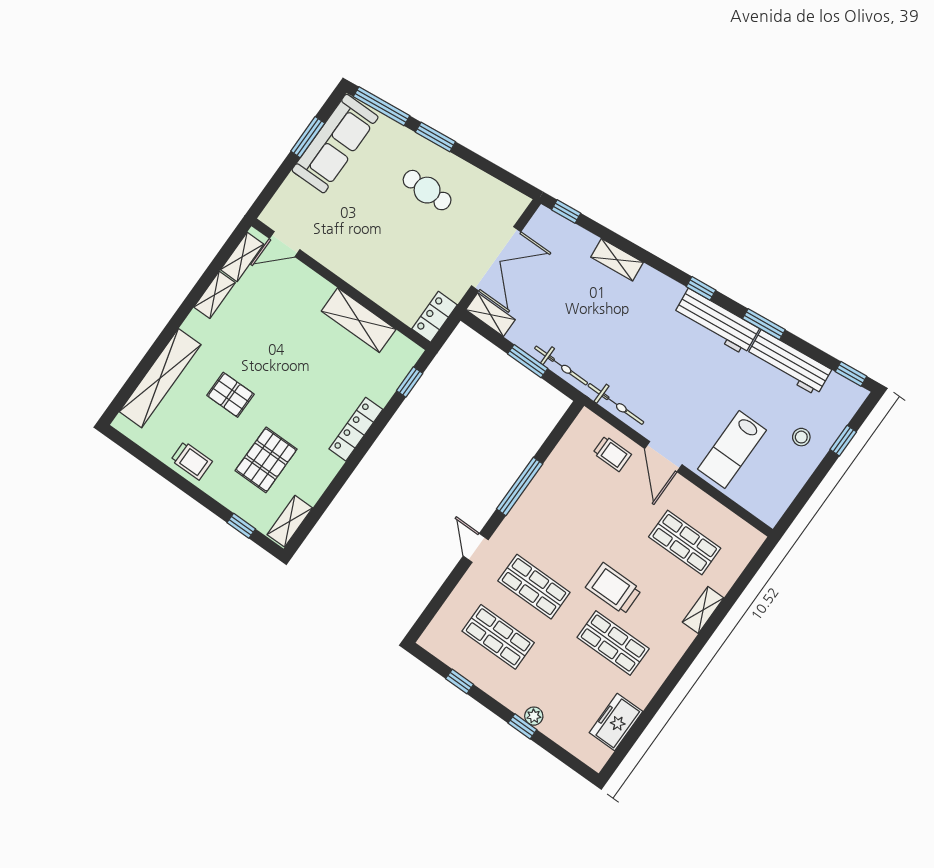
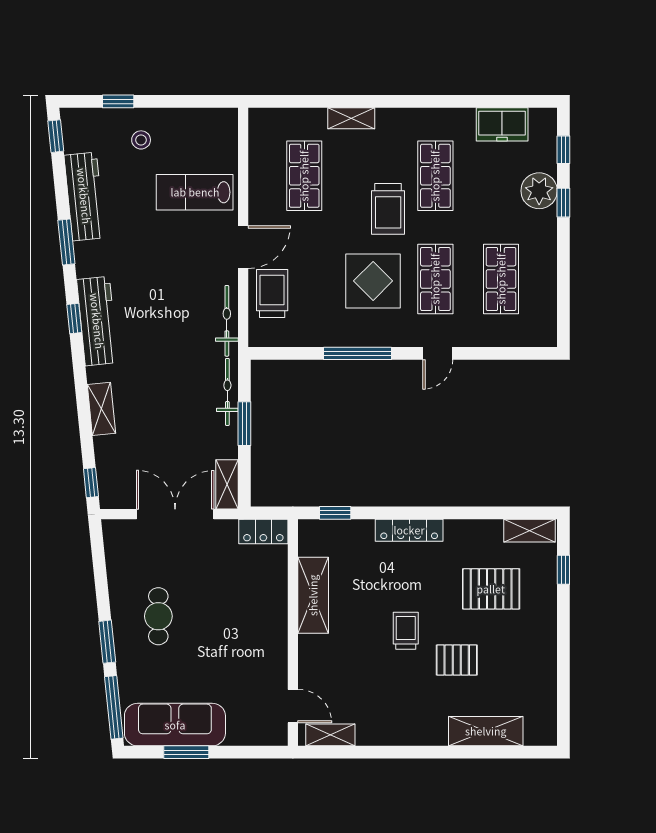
shelving: (215, 295) -> (380, 735), removed
workbench: (716, 322) -> (97, 321), moved
shelving: (160, 378) -> (486, 731), width x0.68
pallet: (230, 395) -> (457, 660), turned 90
lab bench: (732, 450) -> (195, 192), turned 180
trolley: (612, 454) -> (272, 293), width x1.36, depth x1.39
trolley: (192, 461) -> (406, 631), moved
display table: (567, 538) -> (373, 281), added
window: (460, 681) -> (563, 150), moved
plant: (534, 716) -> (539, 191), width x1.88, depth x1.88

